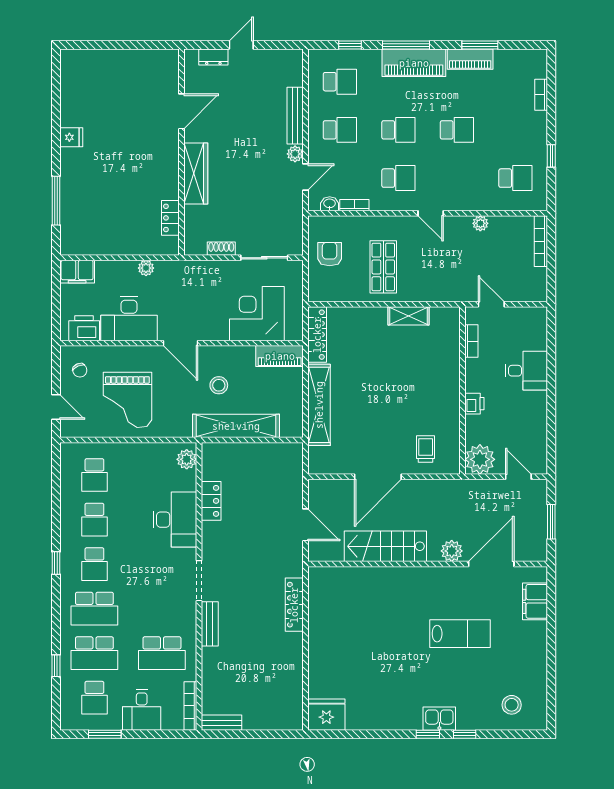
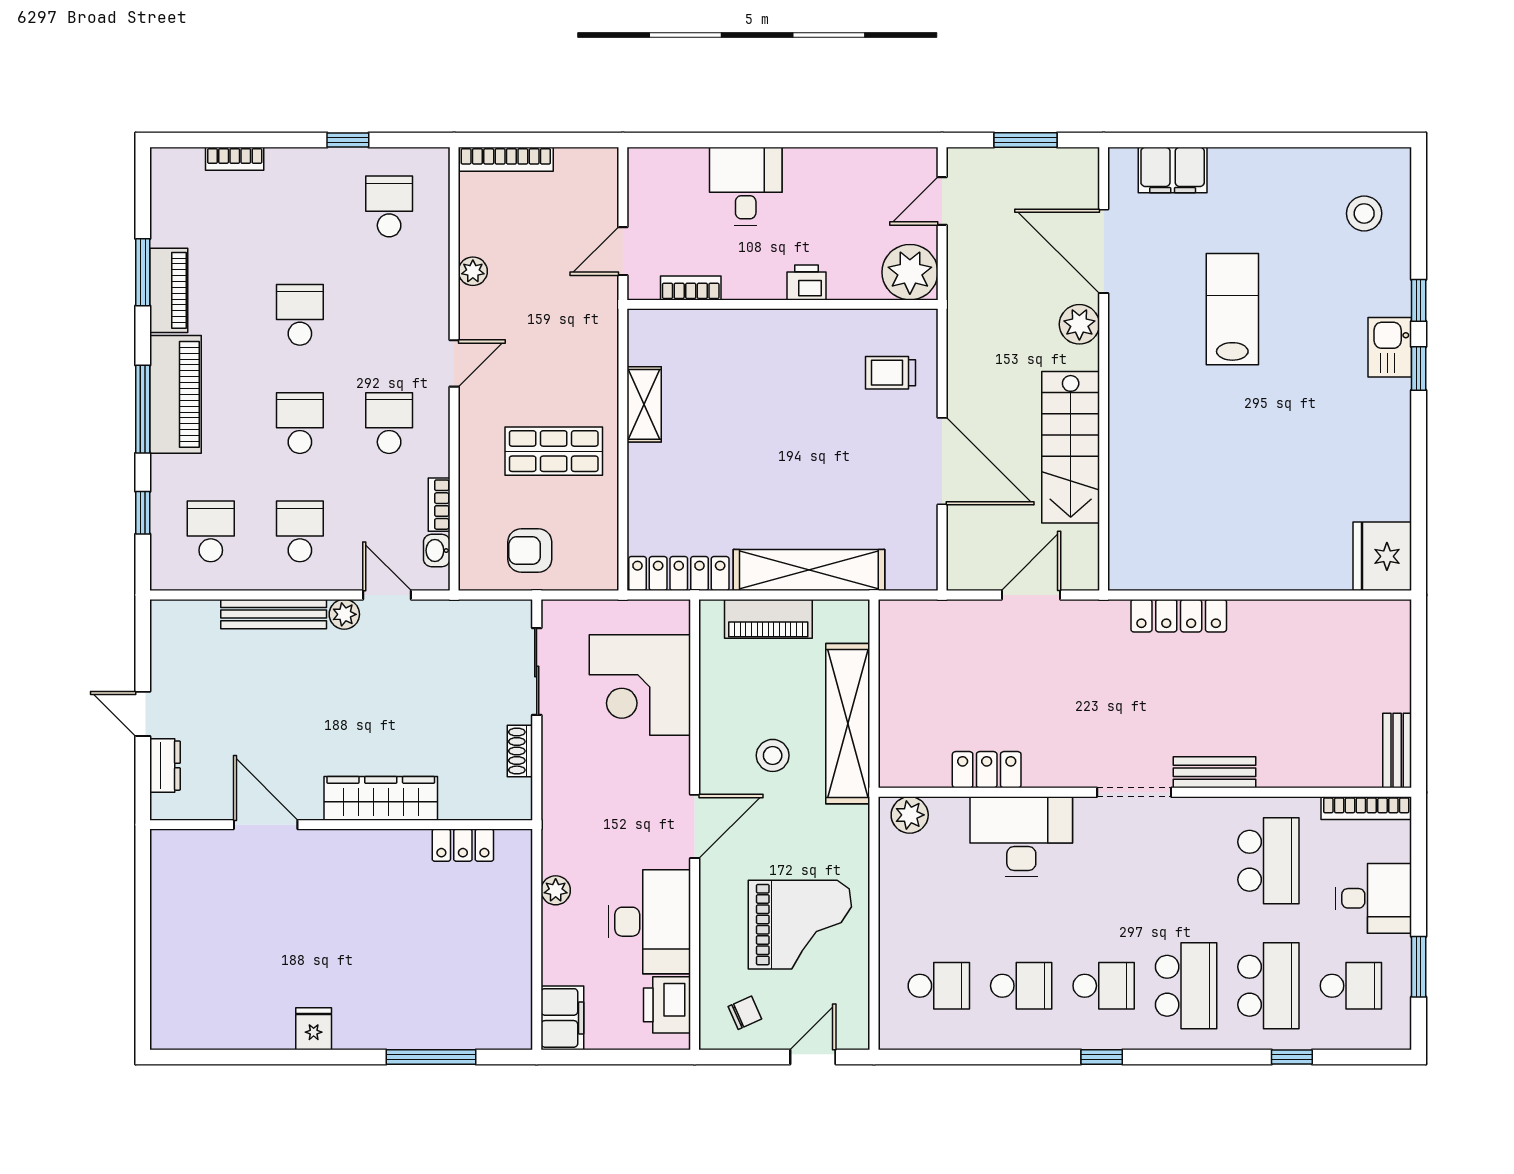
piano: (280, 356) -> (768, 619), moved, turned 90

